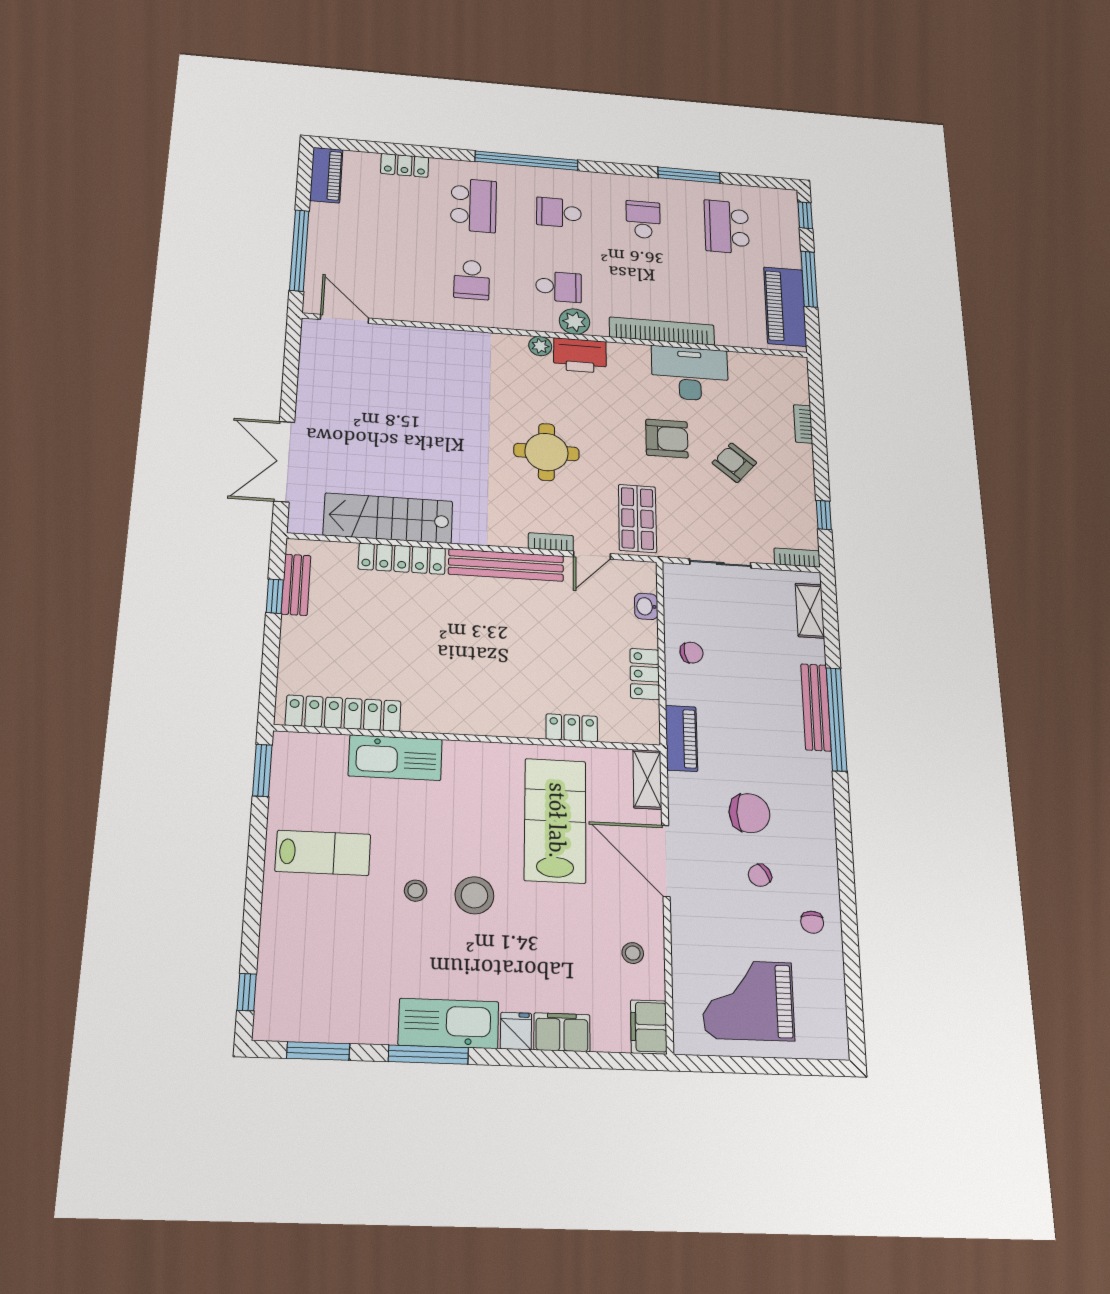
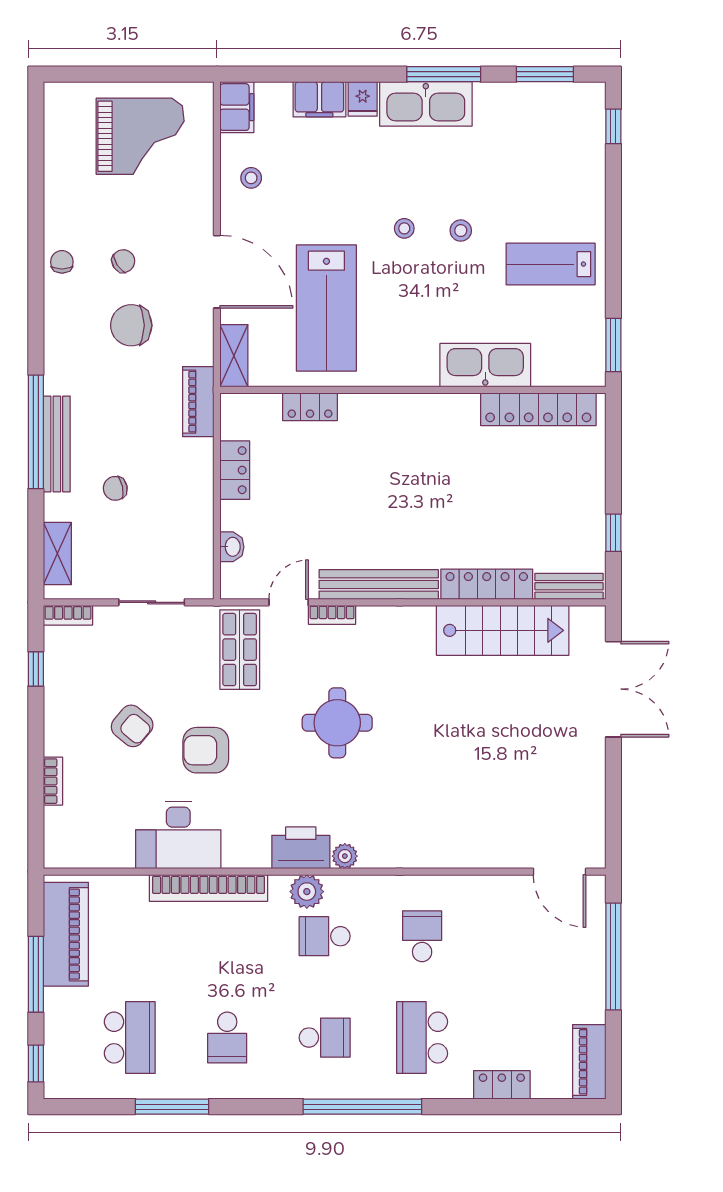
bench: (296, 585) -> (569, 586), moved, turned 90
chair: (691, 653) -> (115, 488), moved
stool: (474, 895) -> (404, 228), width x0.53, depth x0.53
chair: (812, 922) -> (62, 262), moved

